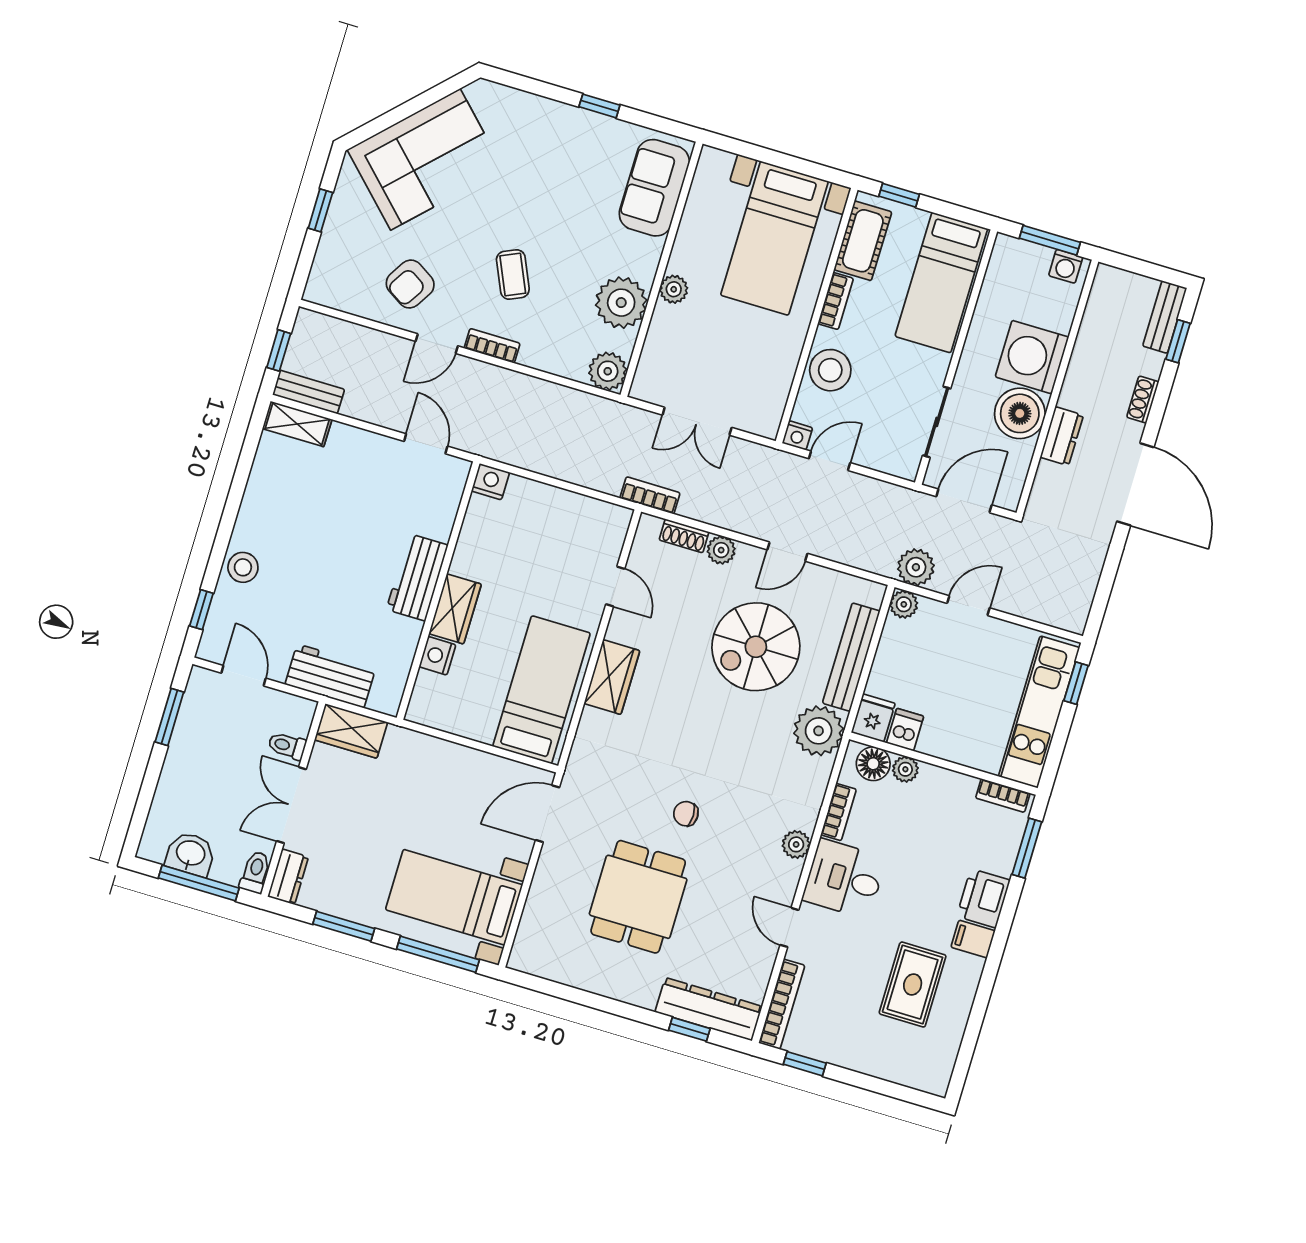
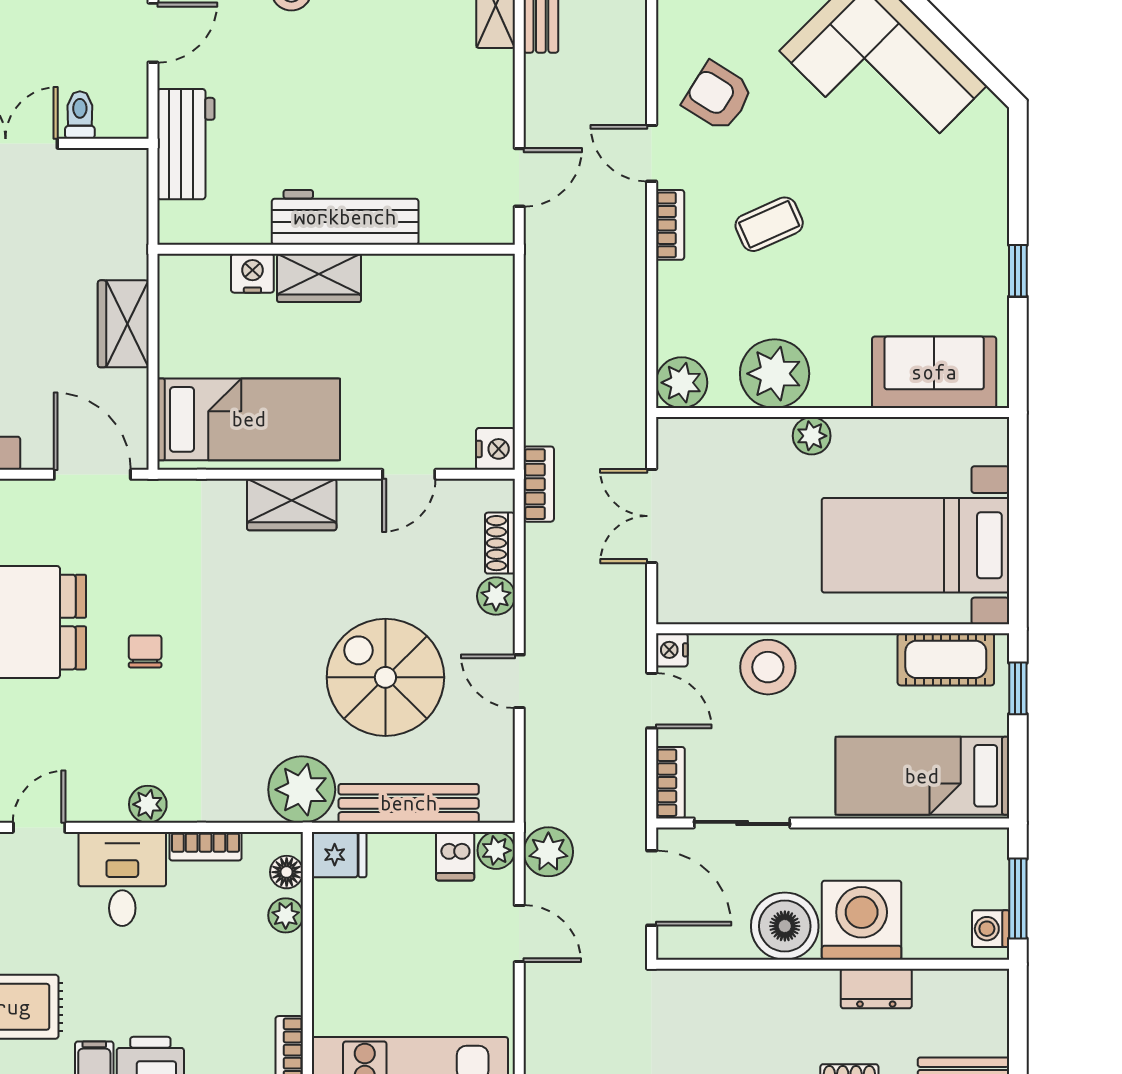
bookcase: (836, 301) -> (670, 783), moved, turned -90
dresser: (1062, 436) -> (876, 989), moved
nightstand: (490, 482) -> (496, 449), moved
workbench: (417, 577) -> (345, 217), width x1.38
dishwasher: (905, 730) -> (455, 856), moved, turned 90
wardrobe: (351, 731) -> (123, 324), moved
floor lamp: (873, 764) -> (287, 872), width x0.73, depth x0.73

